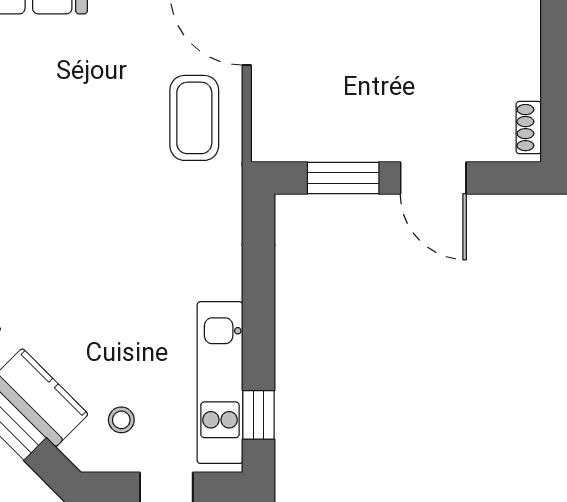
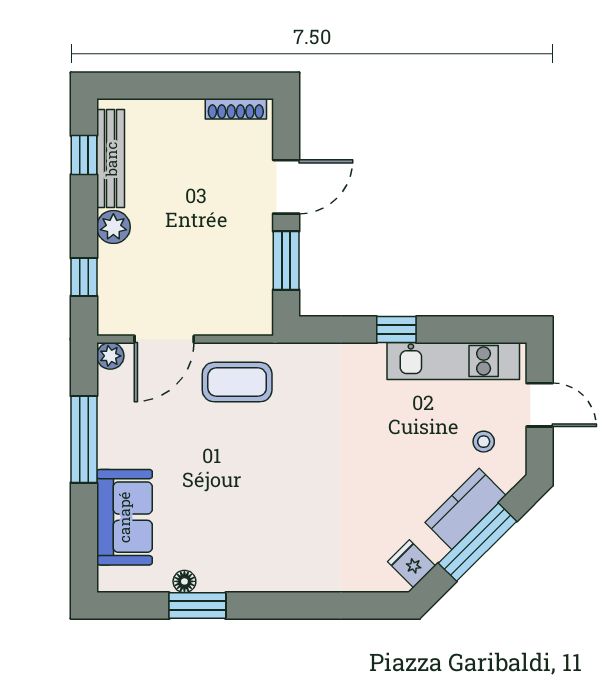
shoe rack: (529, 128) -> (236, 109), width x1.43
window: (259, 415) -> (396, 330), moved

